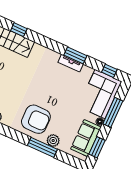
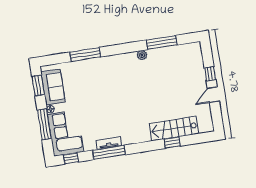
window: (75, 55) -> (109, 152), width x1.44
armchair: (36, 119) -> (107, 75), removed
plant: (53, 141) -> (80, 66), removed

